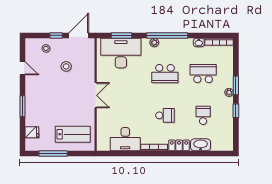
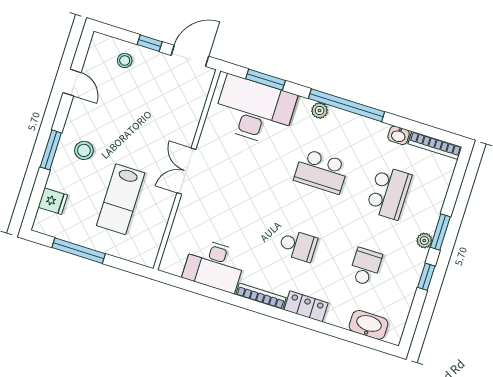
stool: (66, 66) -> (84, 150), moved
school desk: (203, 74) -> (389, 193), turned 90
double door: (96, 95) -> (186, 171), swing flipped
lab bench: (73, 134) -> (121, 199), moved, turned 90
washbasin: (201, 145) -> (369, 325), moved

